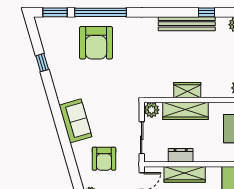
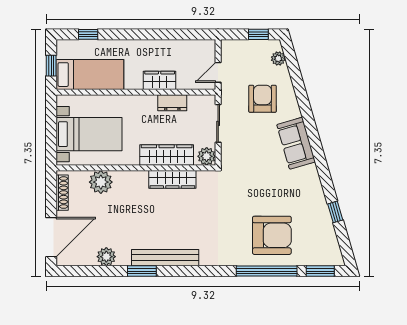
window: (206, 12) -> (142, 271), width x1.50
armchair: (96, 43) -> (272, 235), turned 90
wardrobe: (187, 90) -> (172, 179), width x1.50
wardrobe: (185, 174) -> (160, 80), width x0.67

